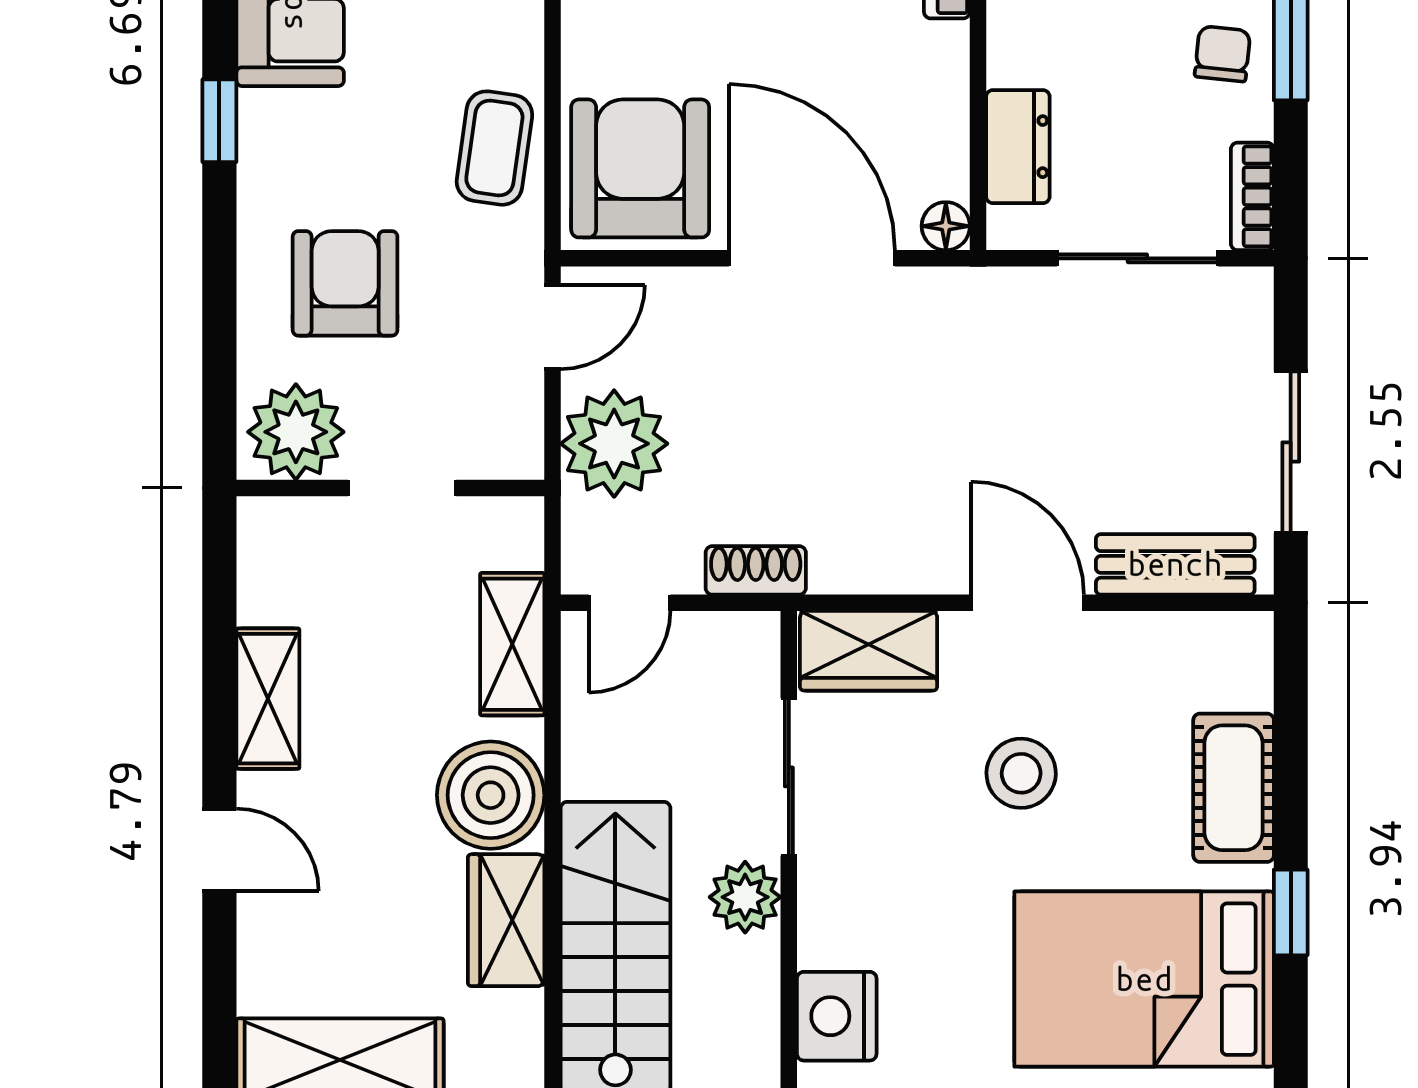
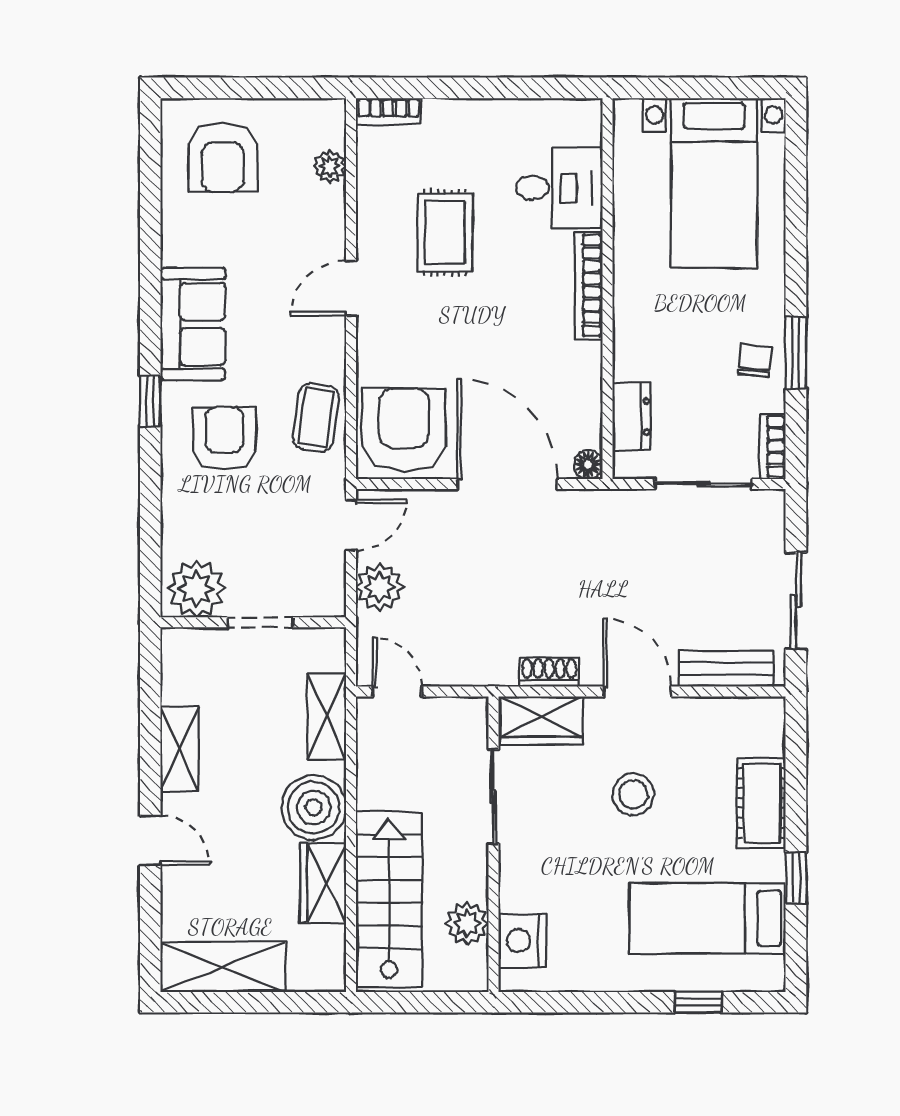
armchair: (345, 283) -> (224, 439), moved
plant: (614, 444) -> (379, 587), width x0.73, depth x0.73
shoe rack: (756, 570) -> (549, 672), moved
door: (629, 603) -> (397, 692), swing flipped
plant: (745, 897) -> (467, 924), moved
bed: (1144, 979) -> (707, 918), width x0.67

